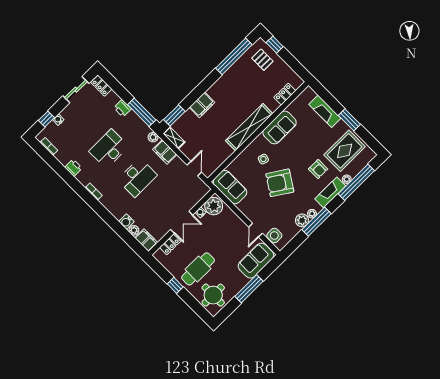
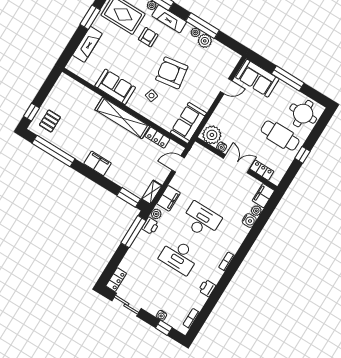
locker: (285, 94) -> (157, 138), moved
filing cabinet: (202, 105) -> (98, 163), moved
printer: (123, 108) -> (150, 226), moved
armchair: (280, 183) -> (172, 73), turned 138
side table: (274, 236) -> (227, 66), removed

